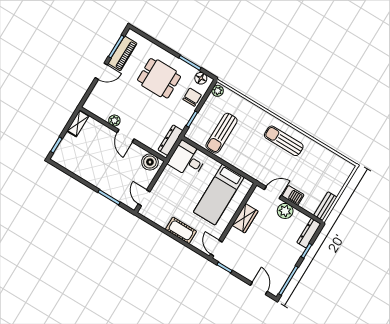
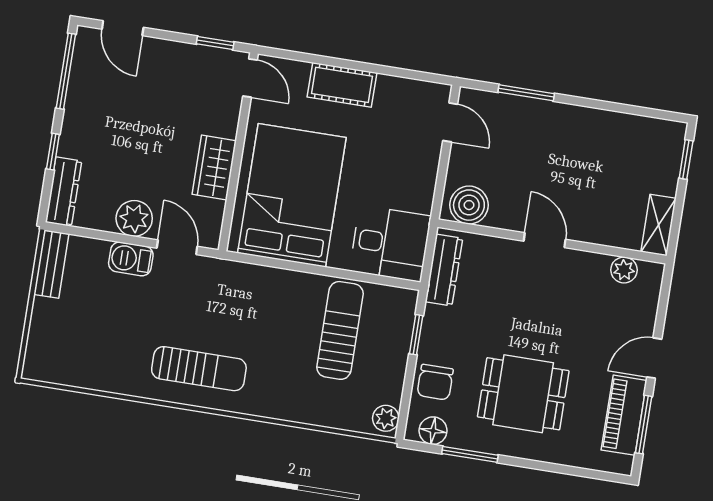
plant: (114, 121) -> (624, 270), moved
door: (273, 193) -> (177, 247), swing flipped
bed: (219, 195) -> (292, 195), width x1.50

